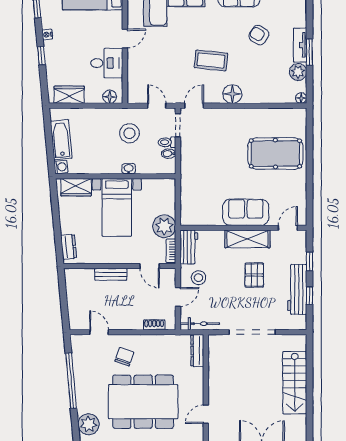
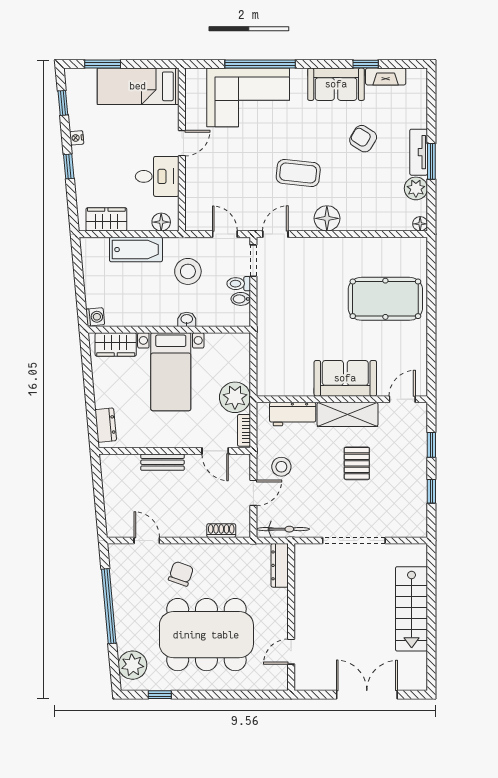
bathtub: (61, 140) -> (136, 250), moved, turned 95
workbench: (189, 247) -> (293, 414), moved, turned 90
workbench: (297, 289) -> (415, 483), removed

